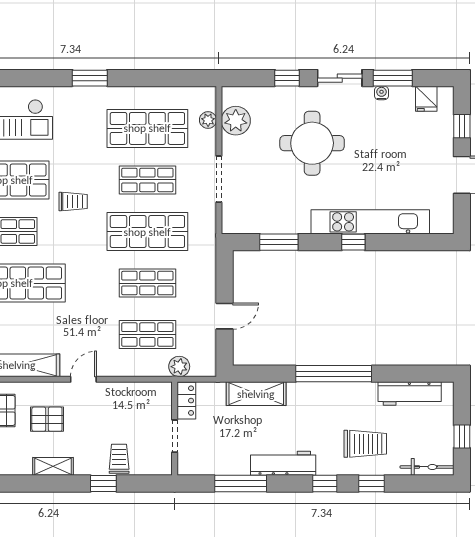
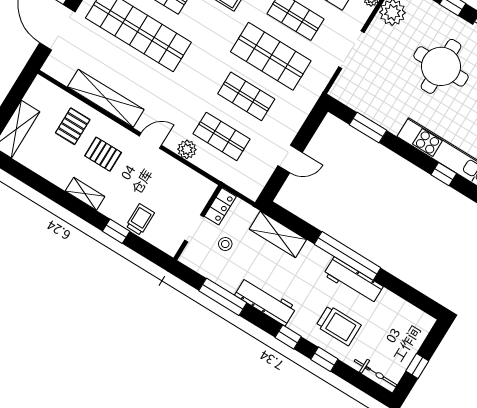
window: (353, 242) -> (444, 174), moved
plant: (179, 367) -> (187, 149), moved
workbench: (410, 394) -> (353, 281), moved
stool: (213, 433) -> (225, 244), added

